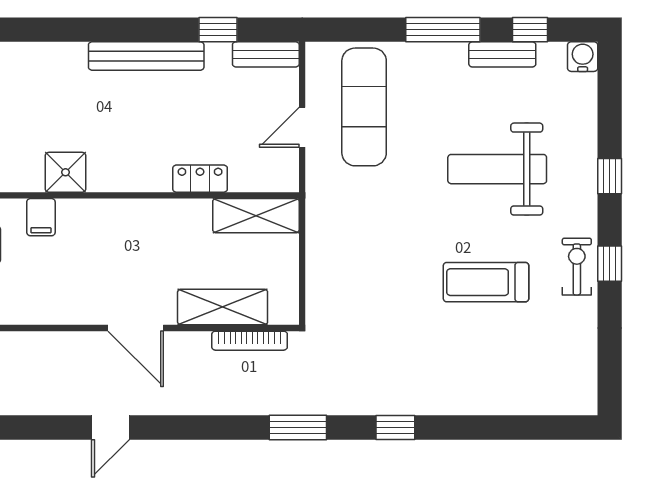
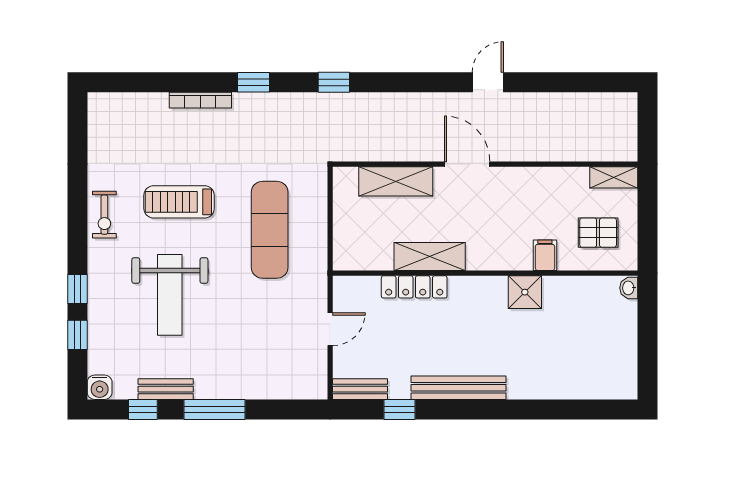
exercise mat: (364, 107) -> (270, 230), moved
weight bench: (497, 169) -> (170, 295), turned 90
locker: (200, 179) -> (414, 287), width x1.53
shelving: (256, 216) -> (430, 256), moved
window: (610, 264) -> (77, 335), moved
treadmill: (486, 282) -> (179, 202), turned 180
bookcase: (250, 341) -> (200, 100), moved, turned 180
window: (298, 427) -> (334, 82), width x0.67

